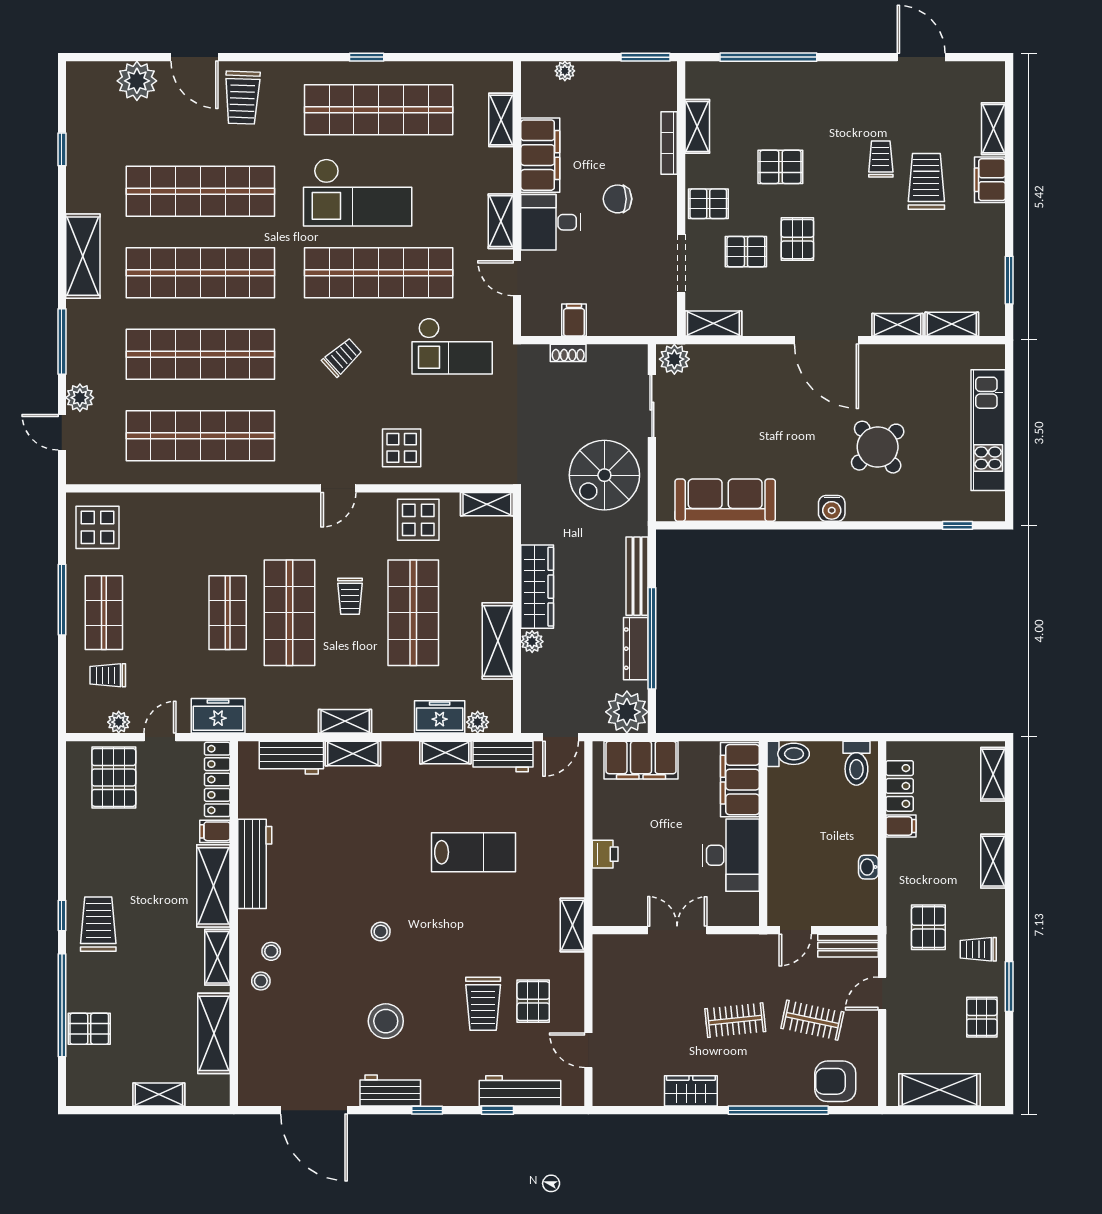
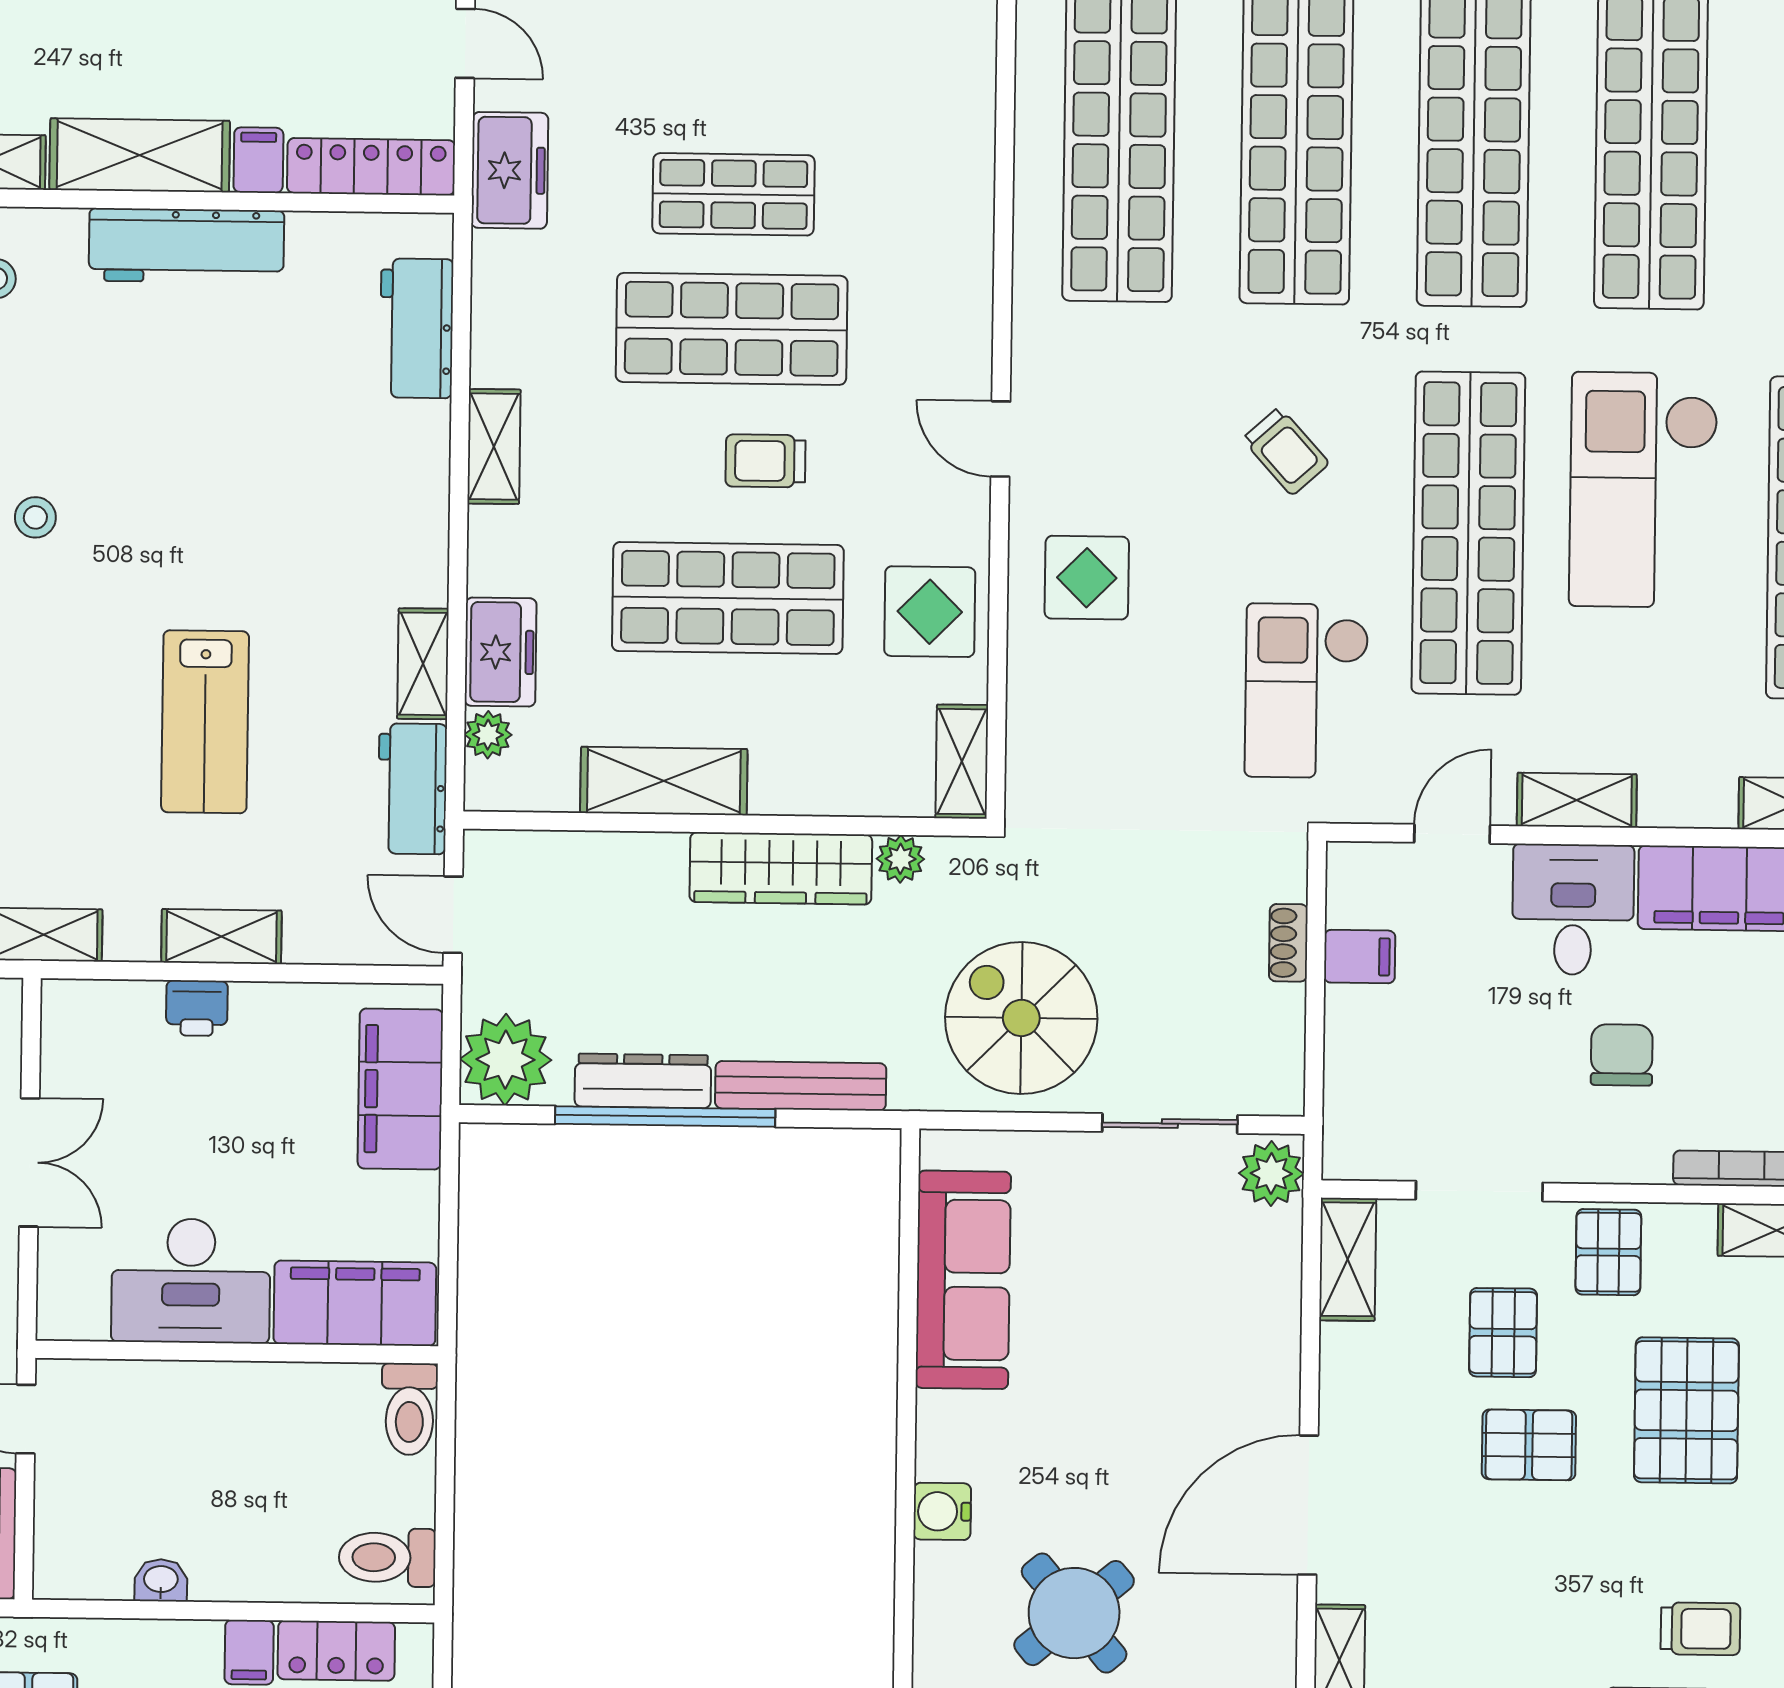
pallet: (780, 167) -> (1686, 1410), width x1.50, depth x1.42
plant: (532, 642) -> (900, 859), moved
shelving: (353, 753) -> (221, 937), moved, turned 90

